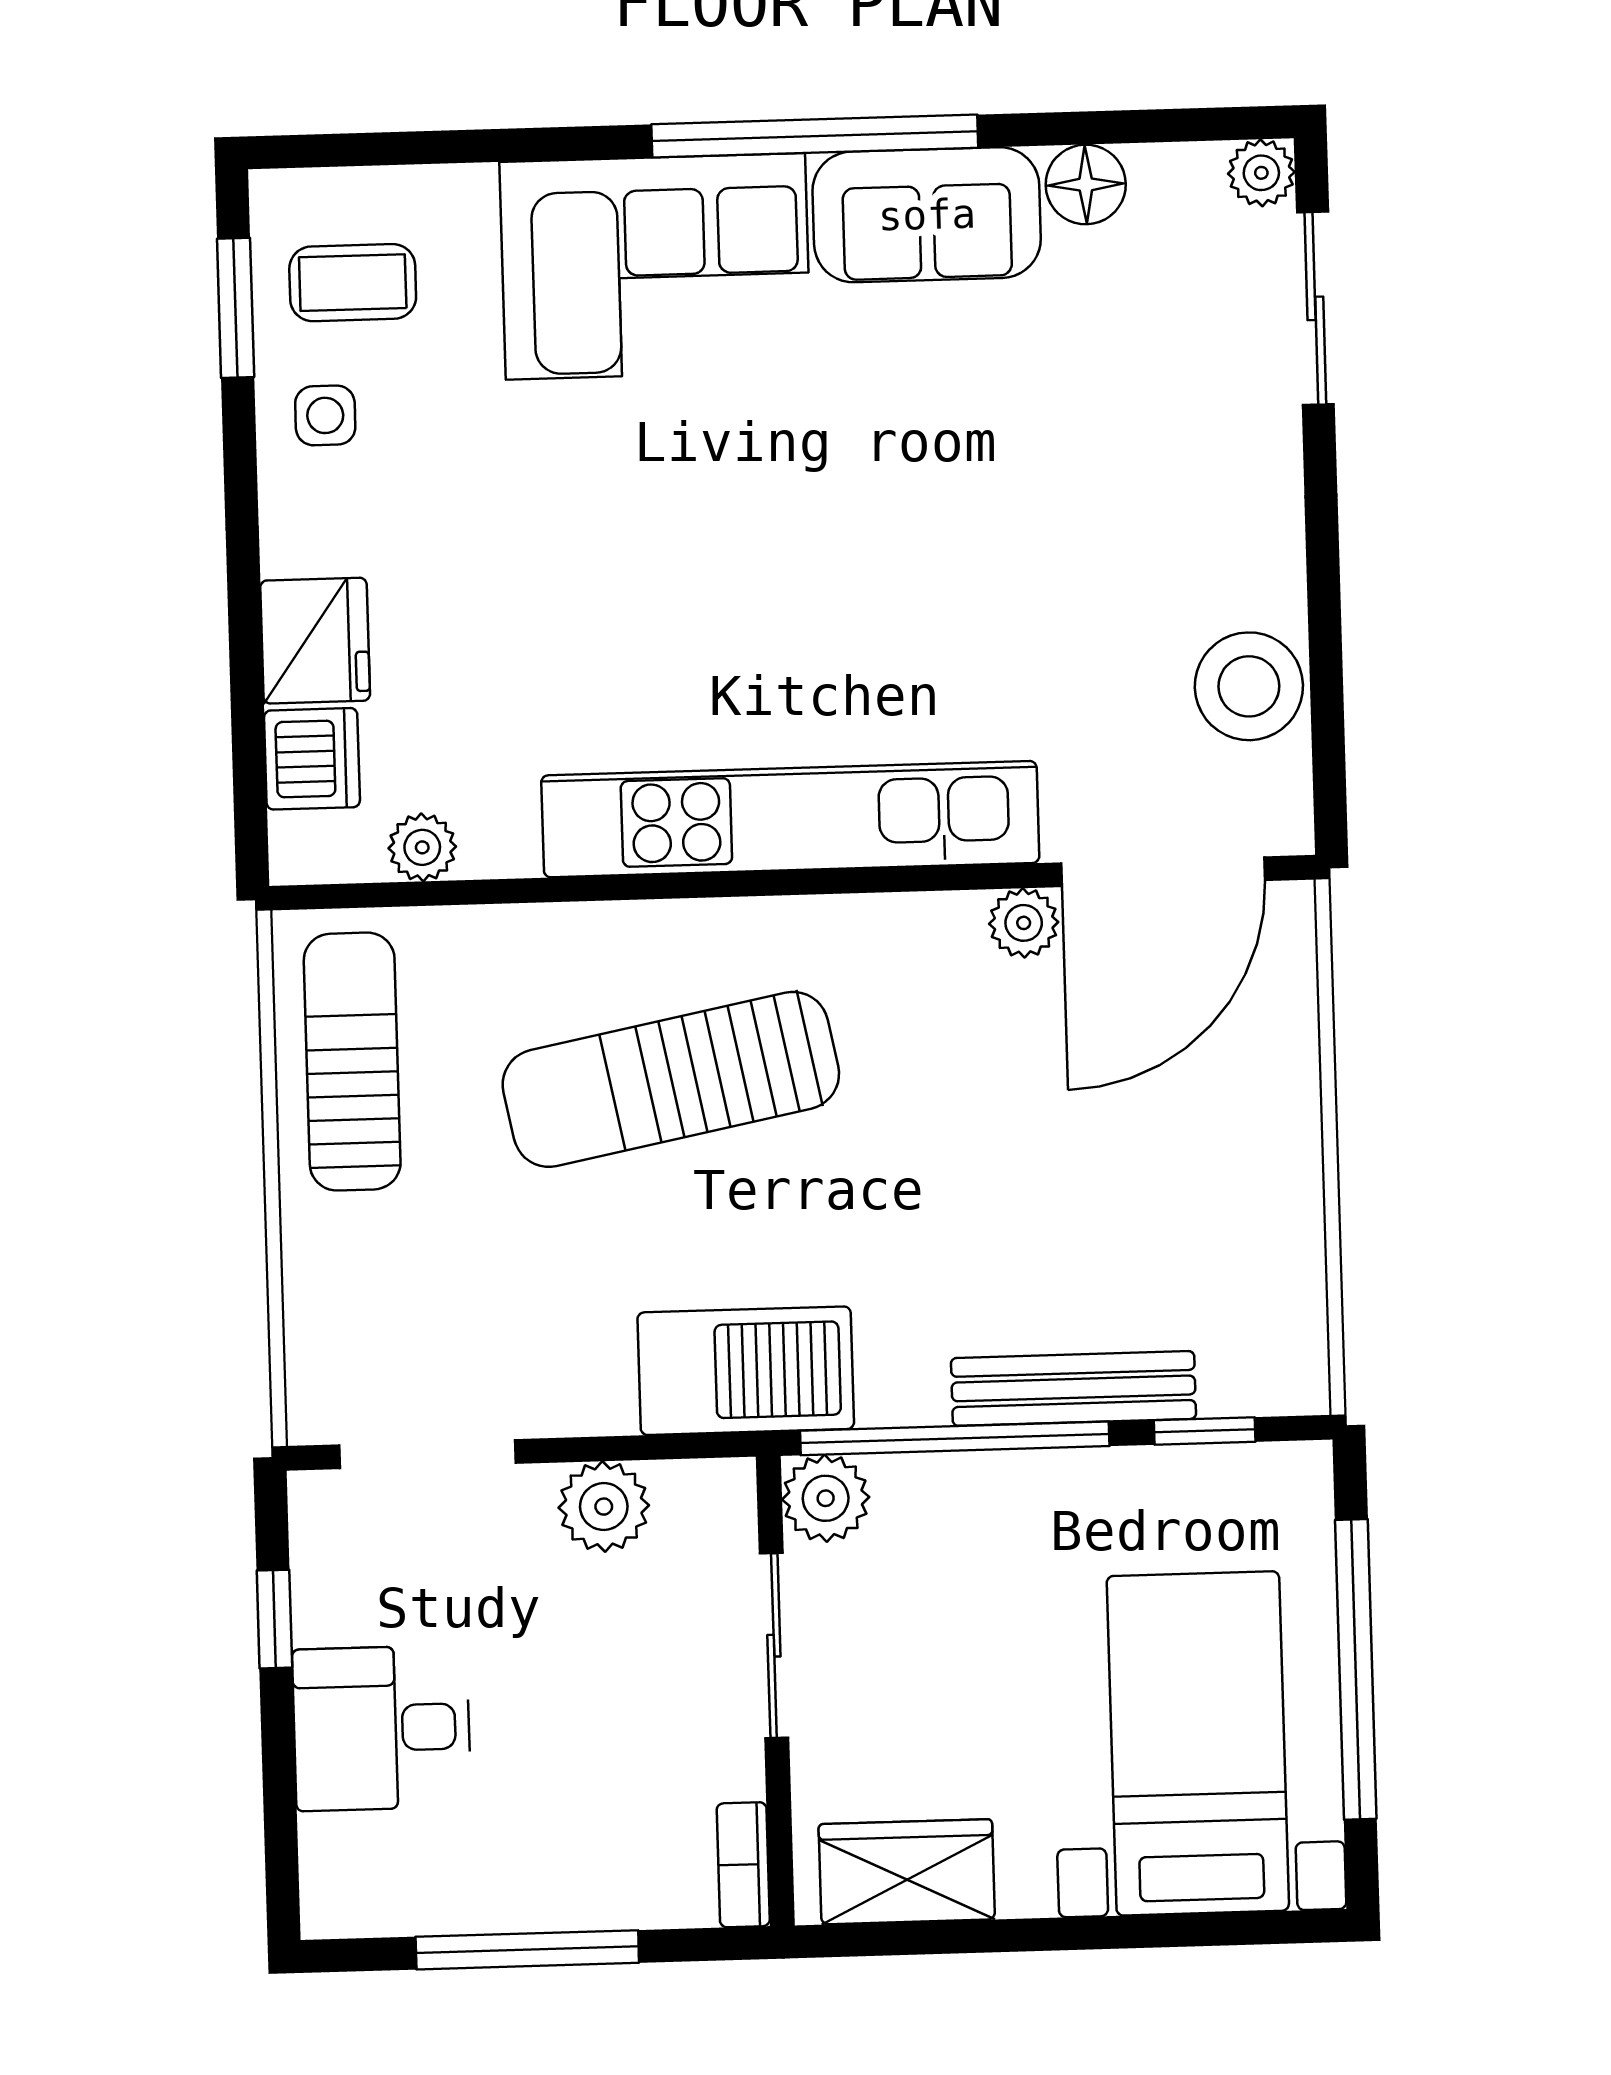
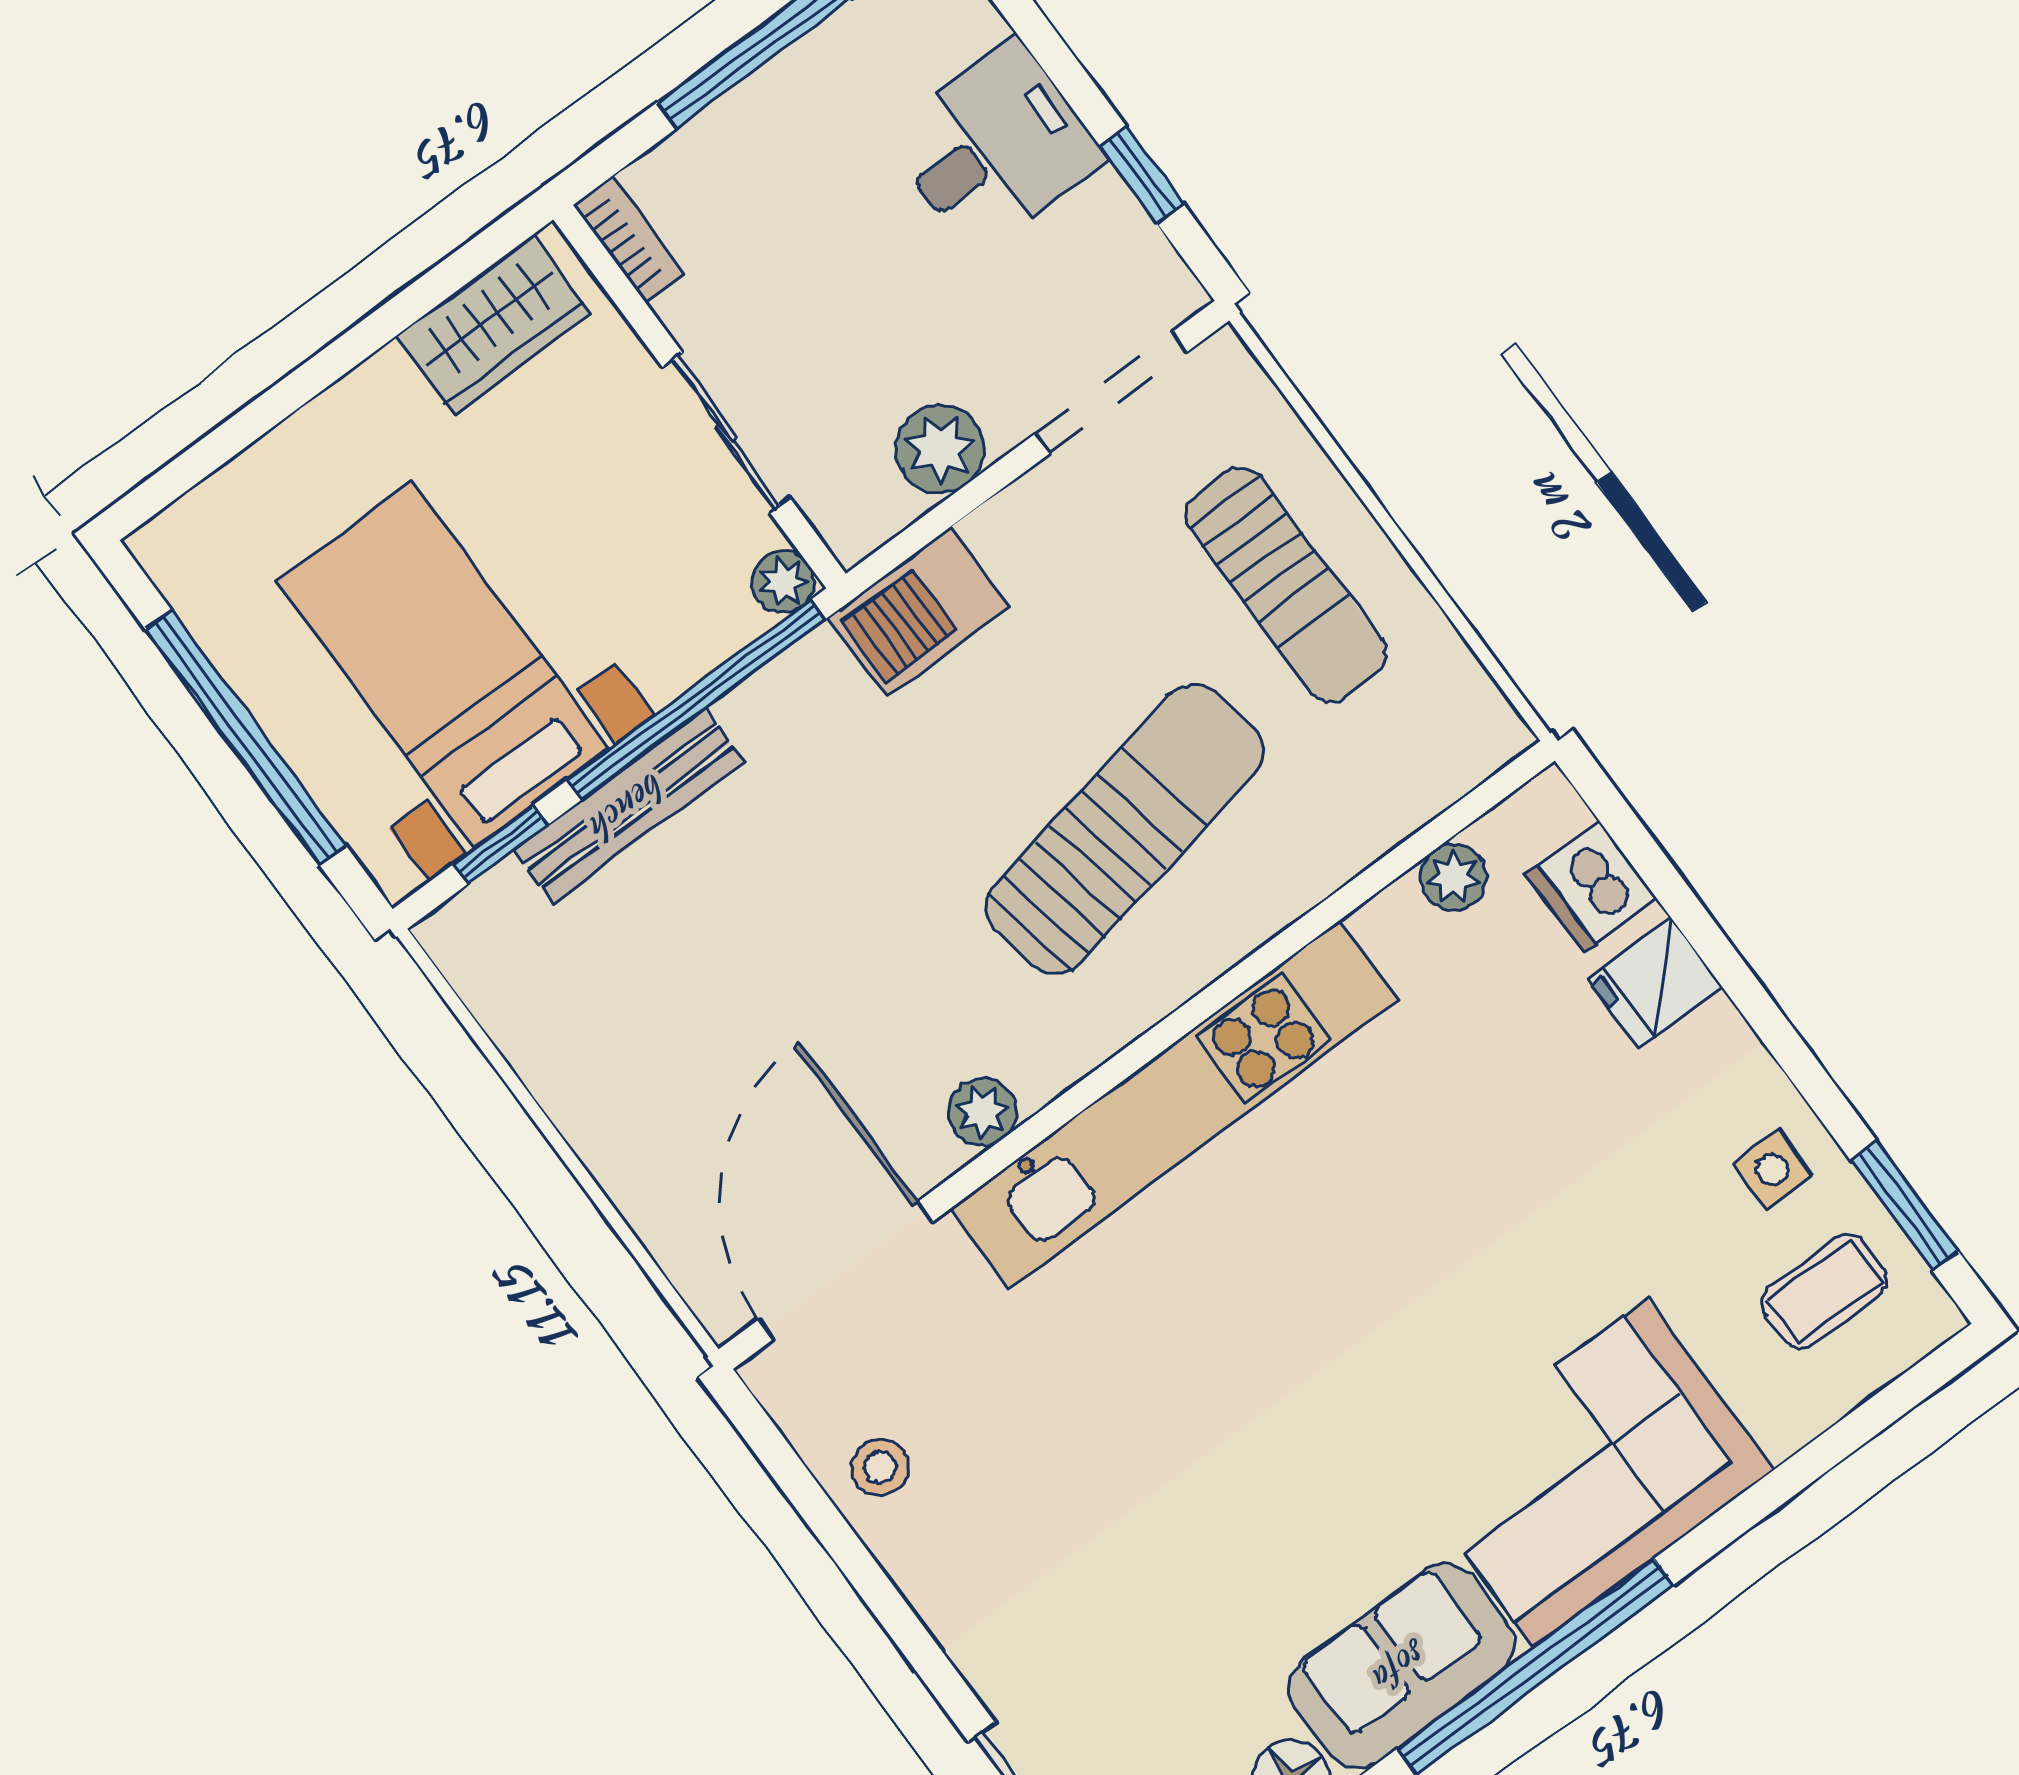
fridge: (315, 641) -> (1655, 983), width x0.72
stool: (1249, 686) -> (880, 1467), width x0.53, depth x0.53
plant: (1024, 923) -> (982, 1112), moved
sun lounger: (352, 1062) -> (1286, 585), moved
barbecue: (746, 1371) -> (918, 612), width x0.73, depth x0.83
plant: (826, 1498) -> (783, 582), width x0.73, depth x0.73
bed with nightstands: (1198, 1743) -> (443, 665), moved, turned 180

